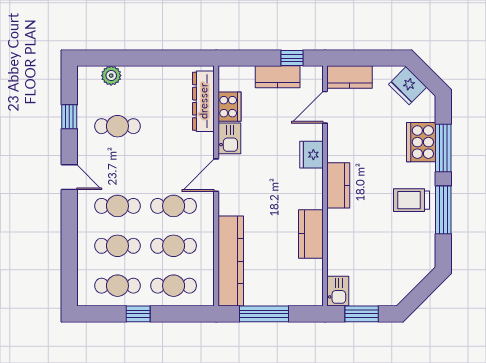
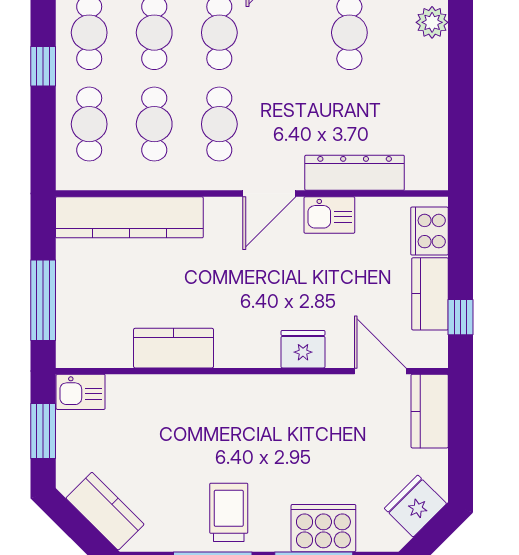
dresser: (203, 101) -> (355, 173), moved
cooker: (229, 107) -> (429, 231), moved, turned 90
door: (216, 175) -> (269, 194), swing flipped
kitchen counter: (338, 185) -> (105, 511), moved, turned -135
window: (264, 314) -> (43, 300), moved

